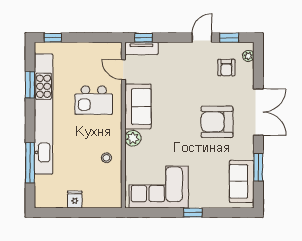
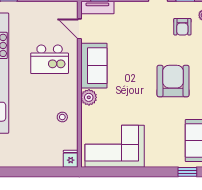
armchair: (217, 122) -> (173, 81), turned 90
fridge: (75, 200) -> (71, 159), moved
window: (193, 213) -> (187, 172), moved

